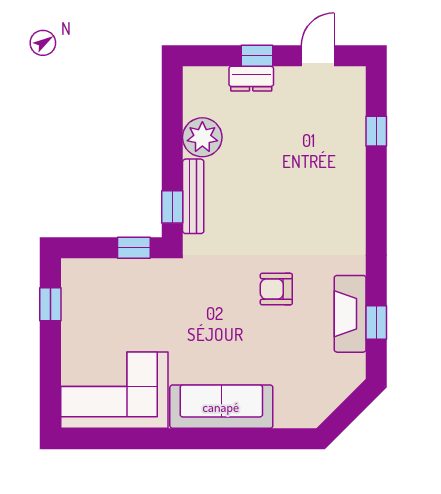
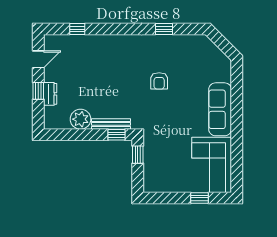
door: (318, 56) -> (38, 59), swing flipped
window: (50, 304) -> (199, 198), moved
fireplace: (350, 314) -> (172, 43), removed
window: (376, 323) -> (164, 29), moved

